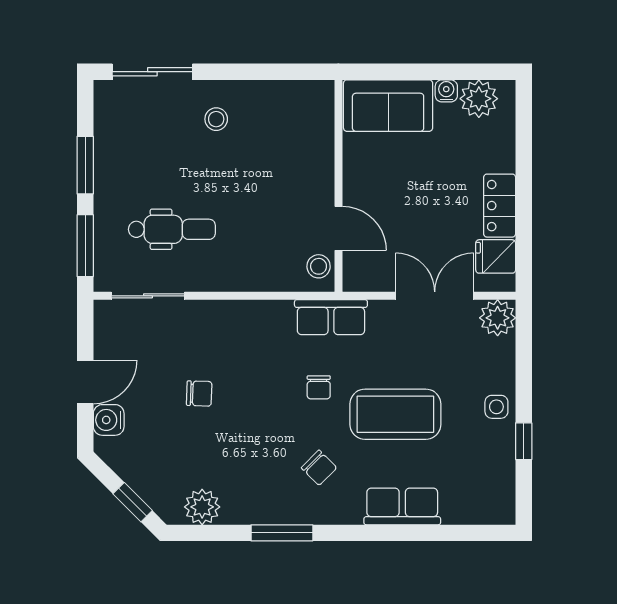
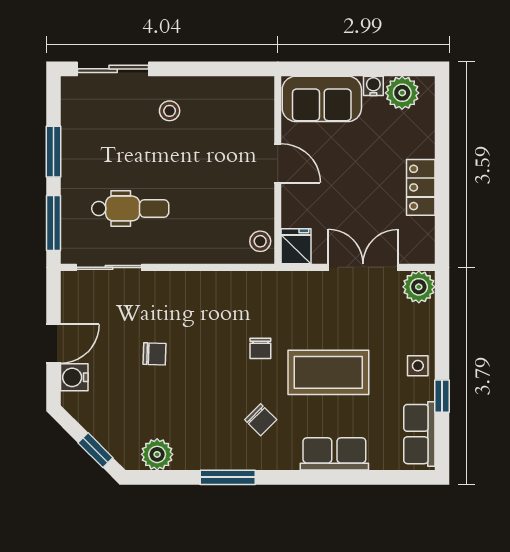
door: (338, 228) -> (278, 163), moved
fridge: (496, 256) -> (296, 246), moved, turned 90
row of seats: (331, 317) -> (419, 434), moved, turned 90

